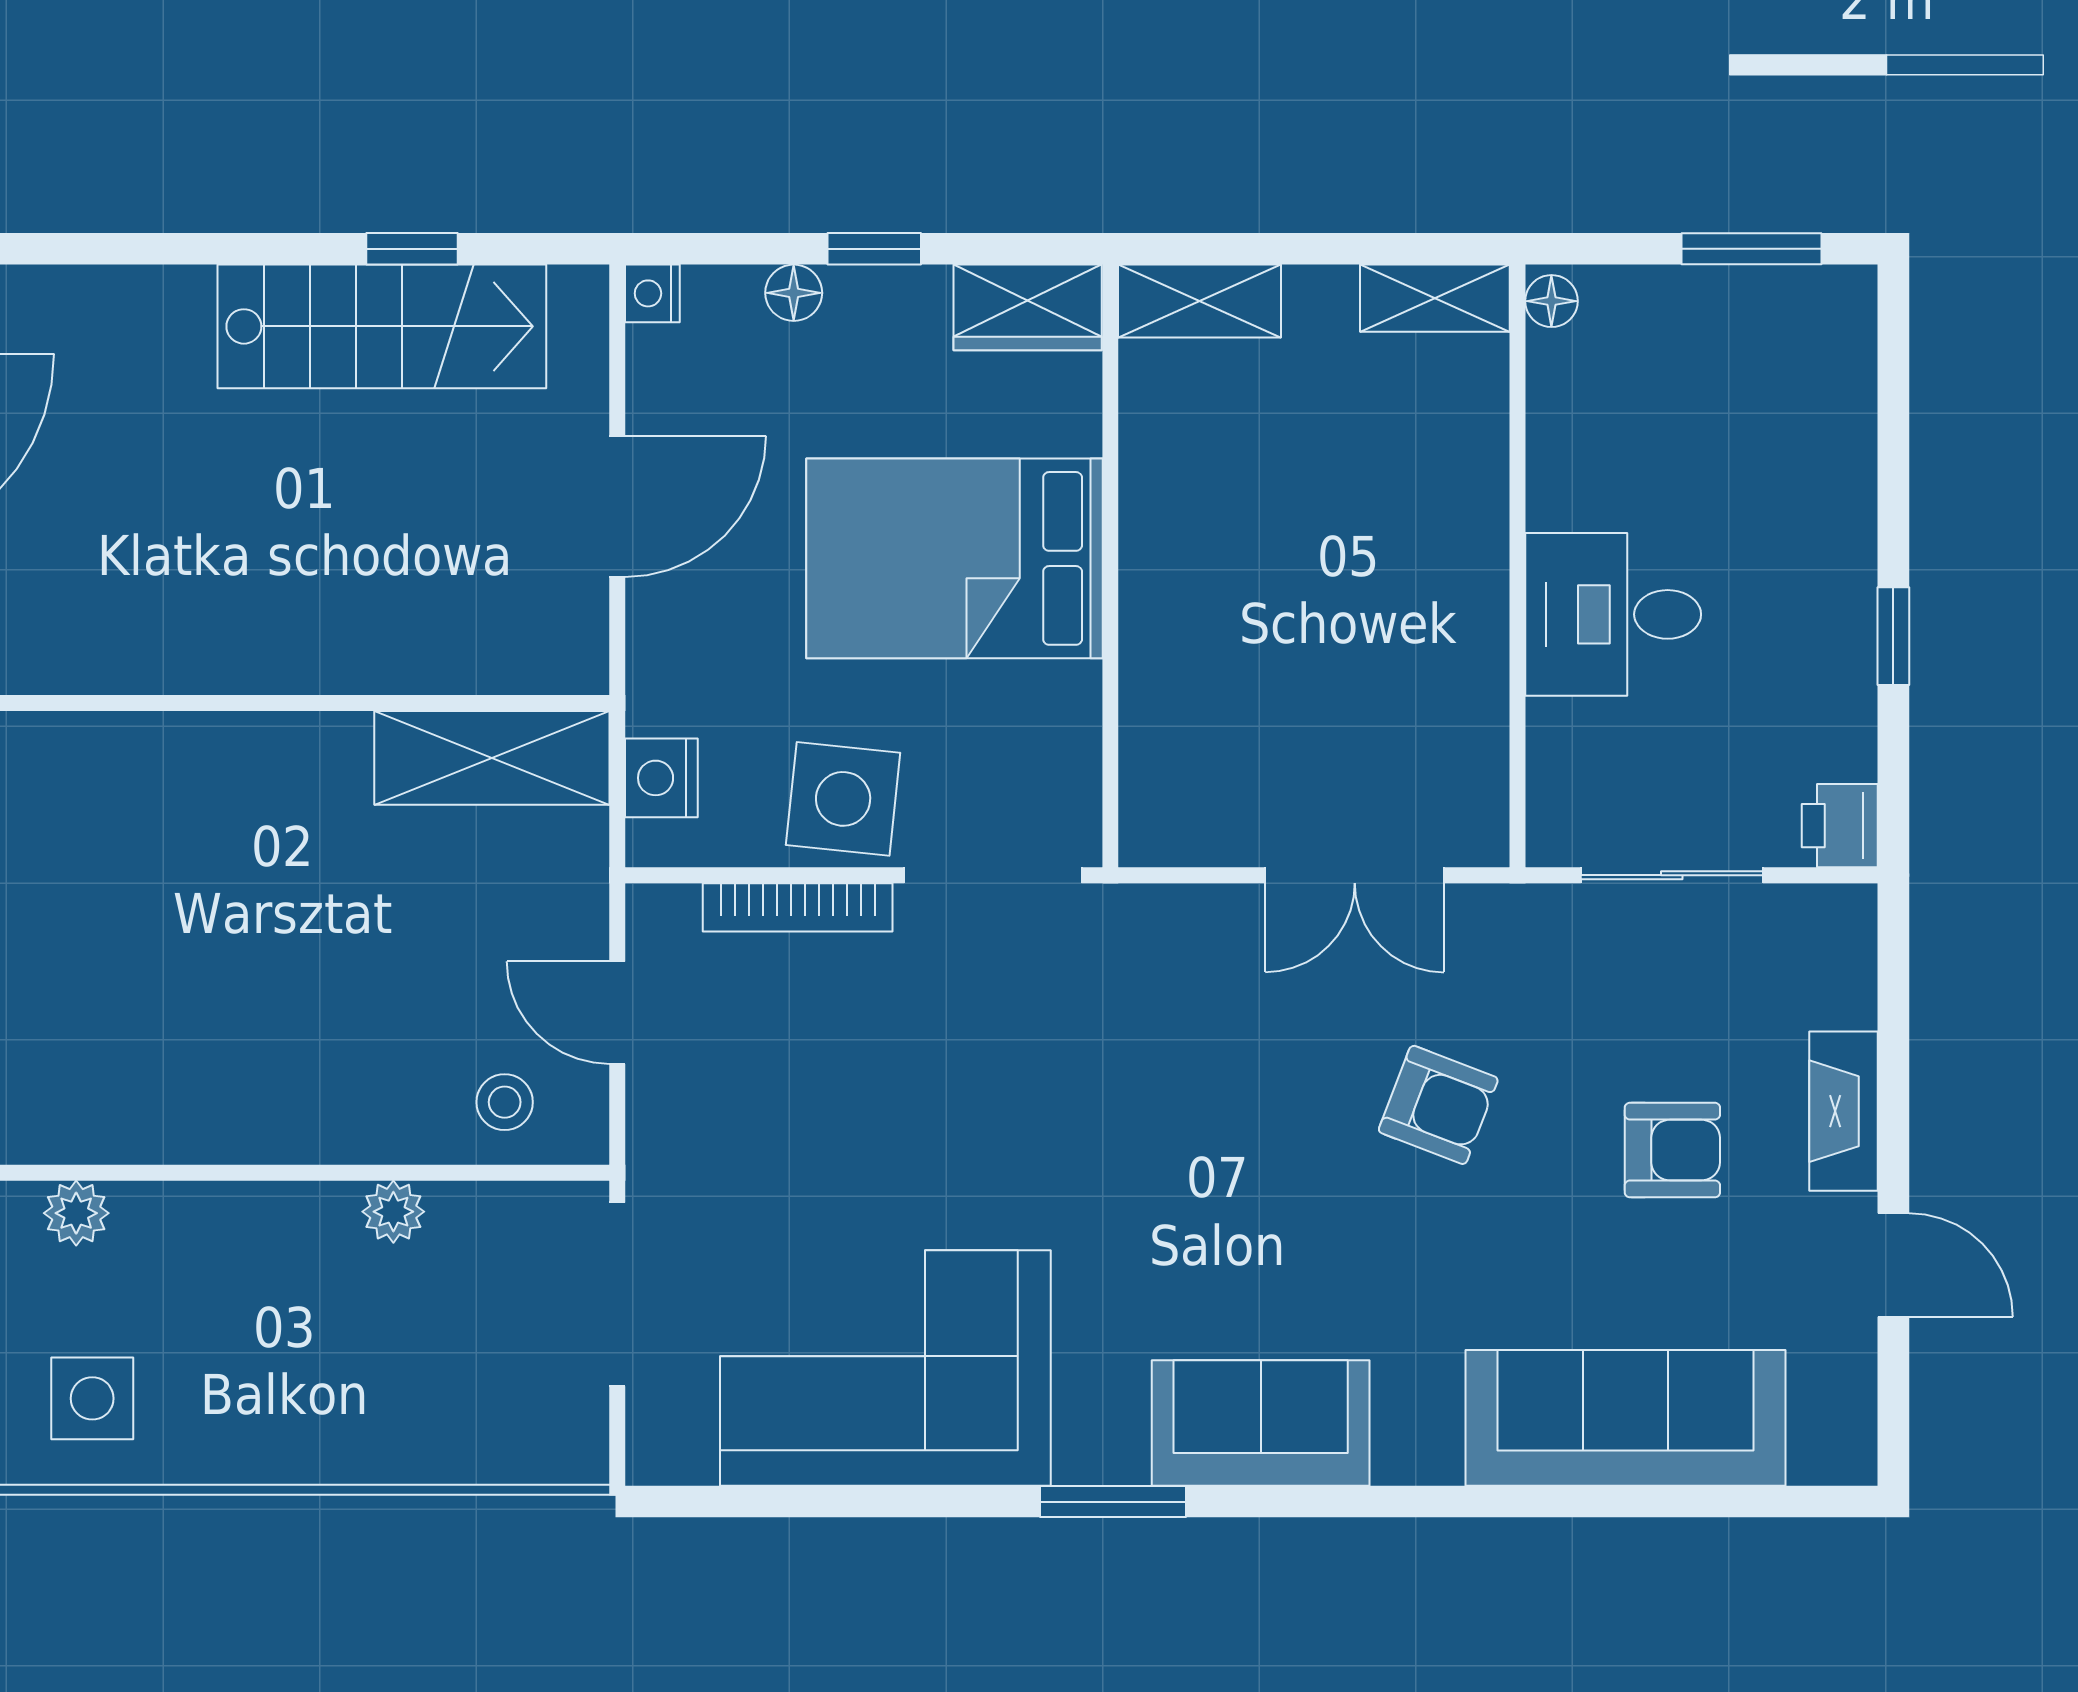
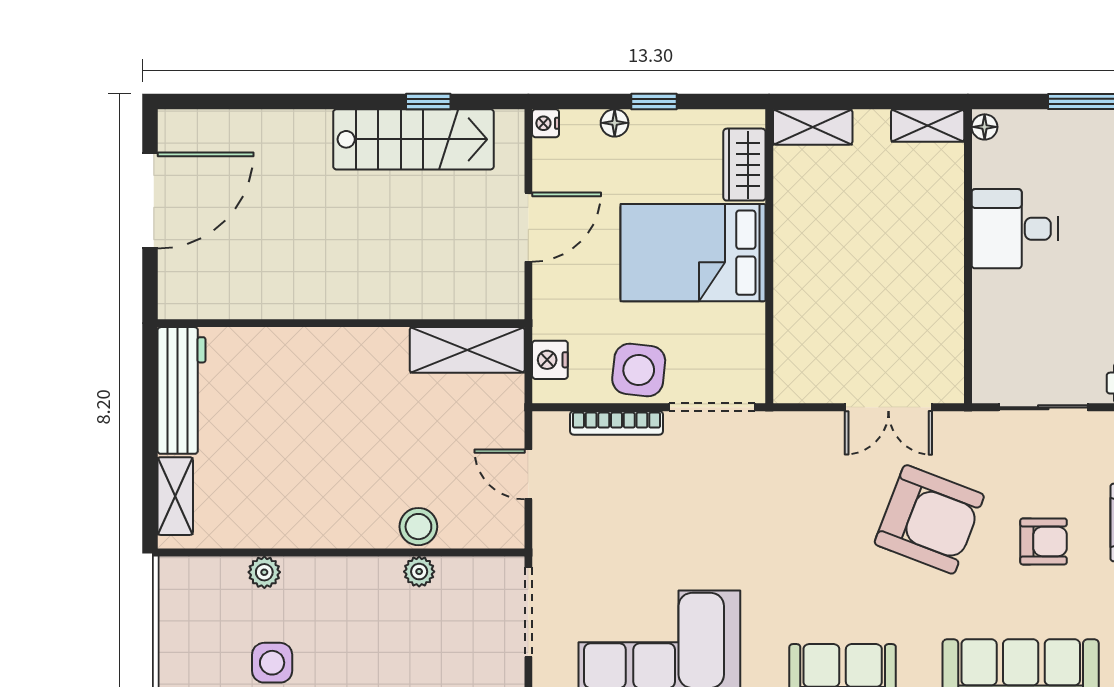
wardrobe: (1028, 307) -> (744, 165), moved, turned 90
desk: (1613, 614) -> (1015, 229), moved
stool: (505, 1102) -> (418, 527), moved, width x1.37, depth x1.37
armchair: (1438, 1105) -> (929, 519), width x1.88, depth x1.88

